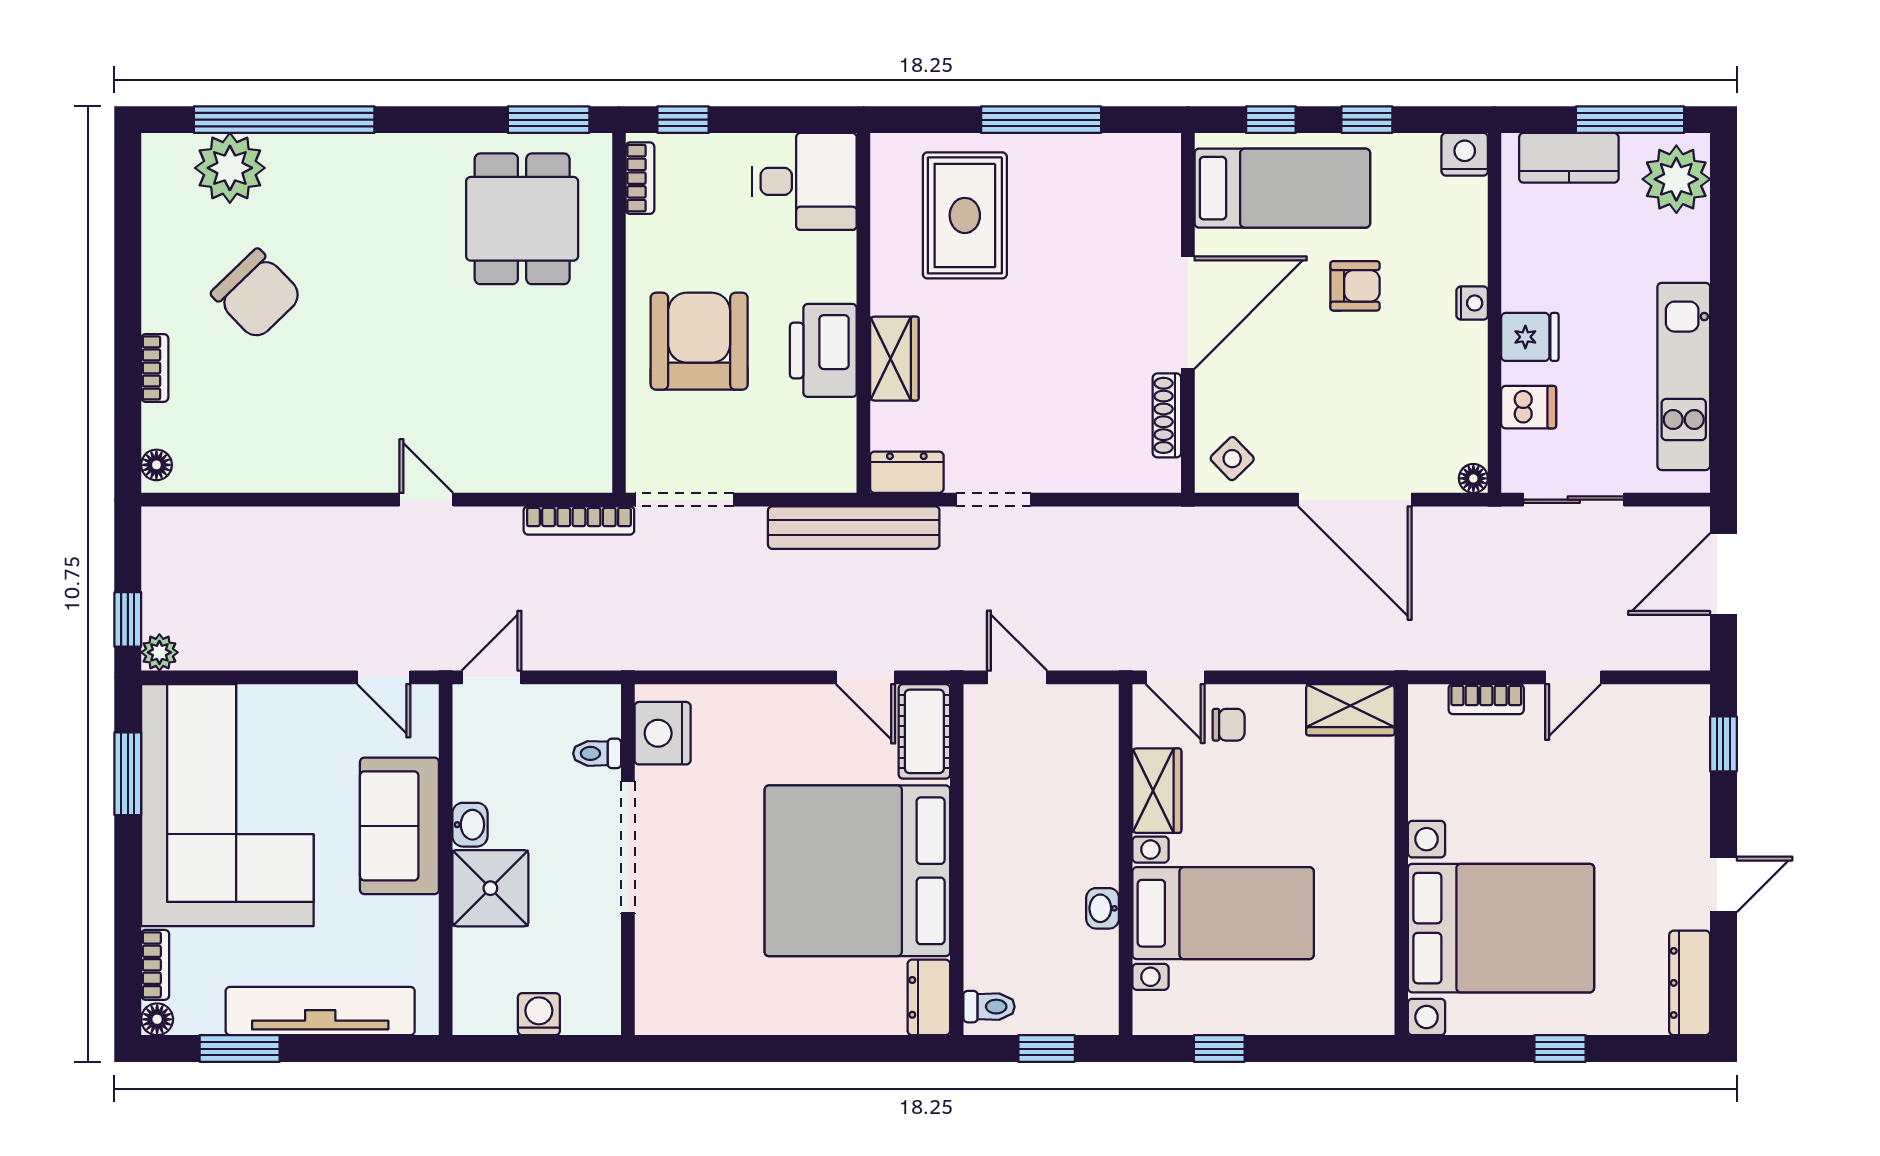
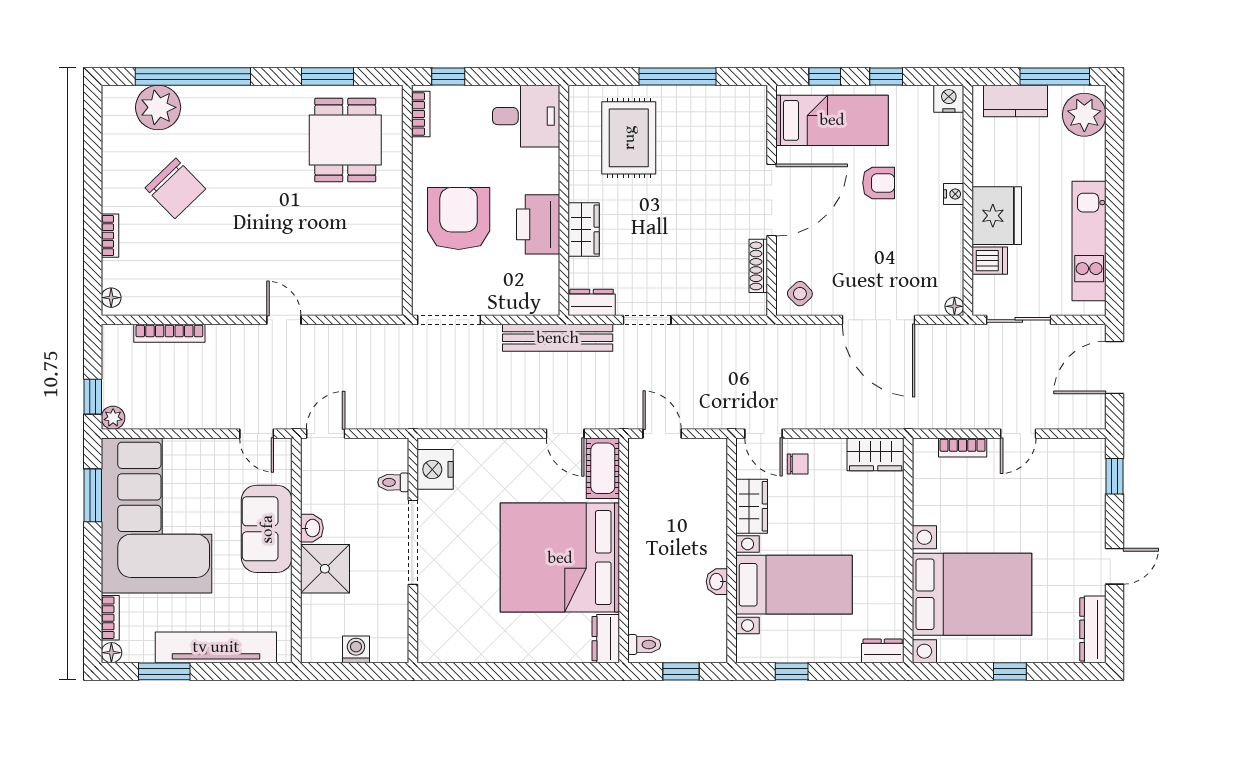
window: (549, 120) -> (328, 77), moved
fridge: (1530, 337) -> (997, 216), width x1.88, depth x1.34
bookcase: (579, 520) -> (169, 333), moved
dresser: (1361, 1017) -> (883, 651), added

